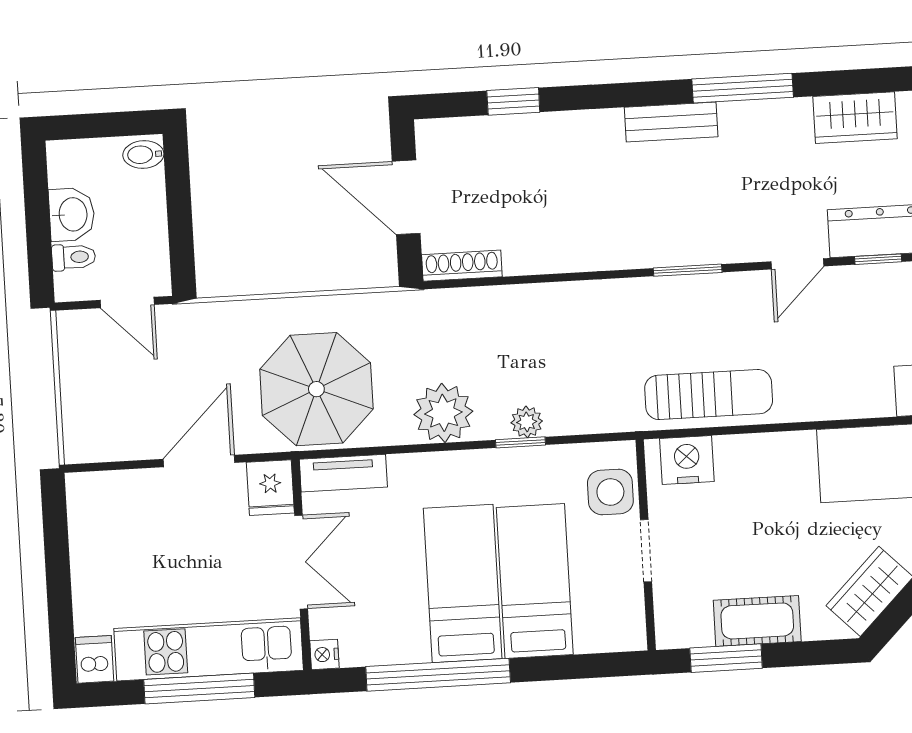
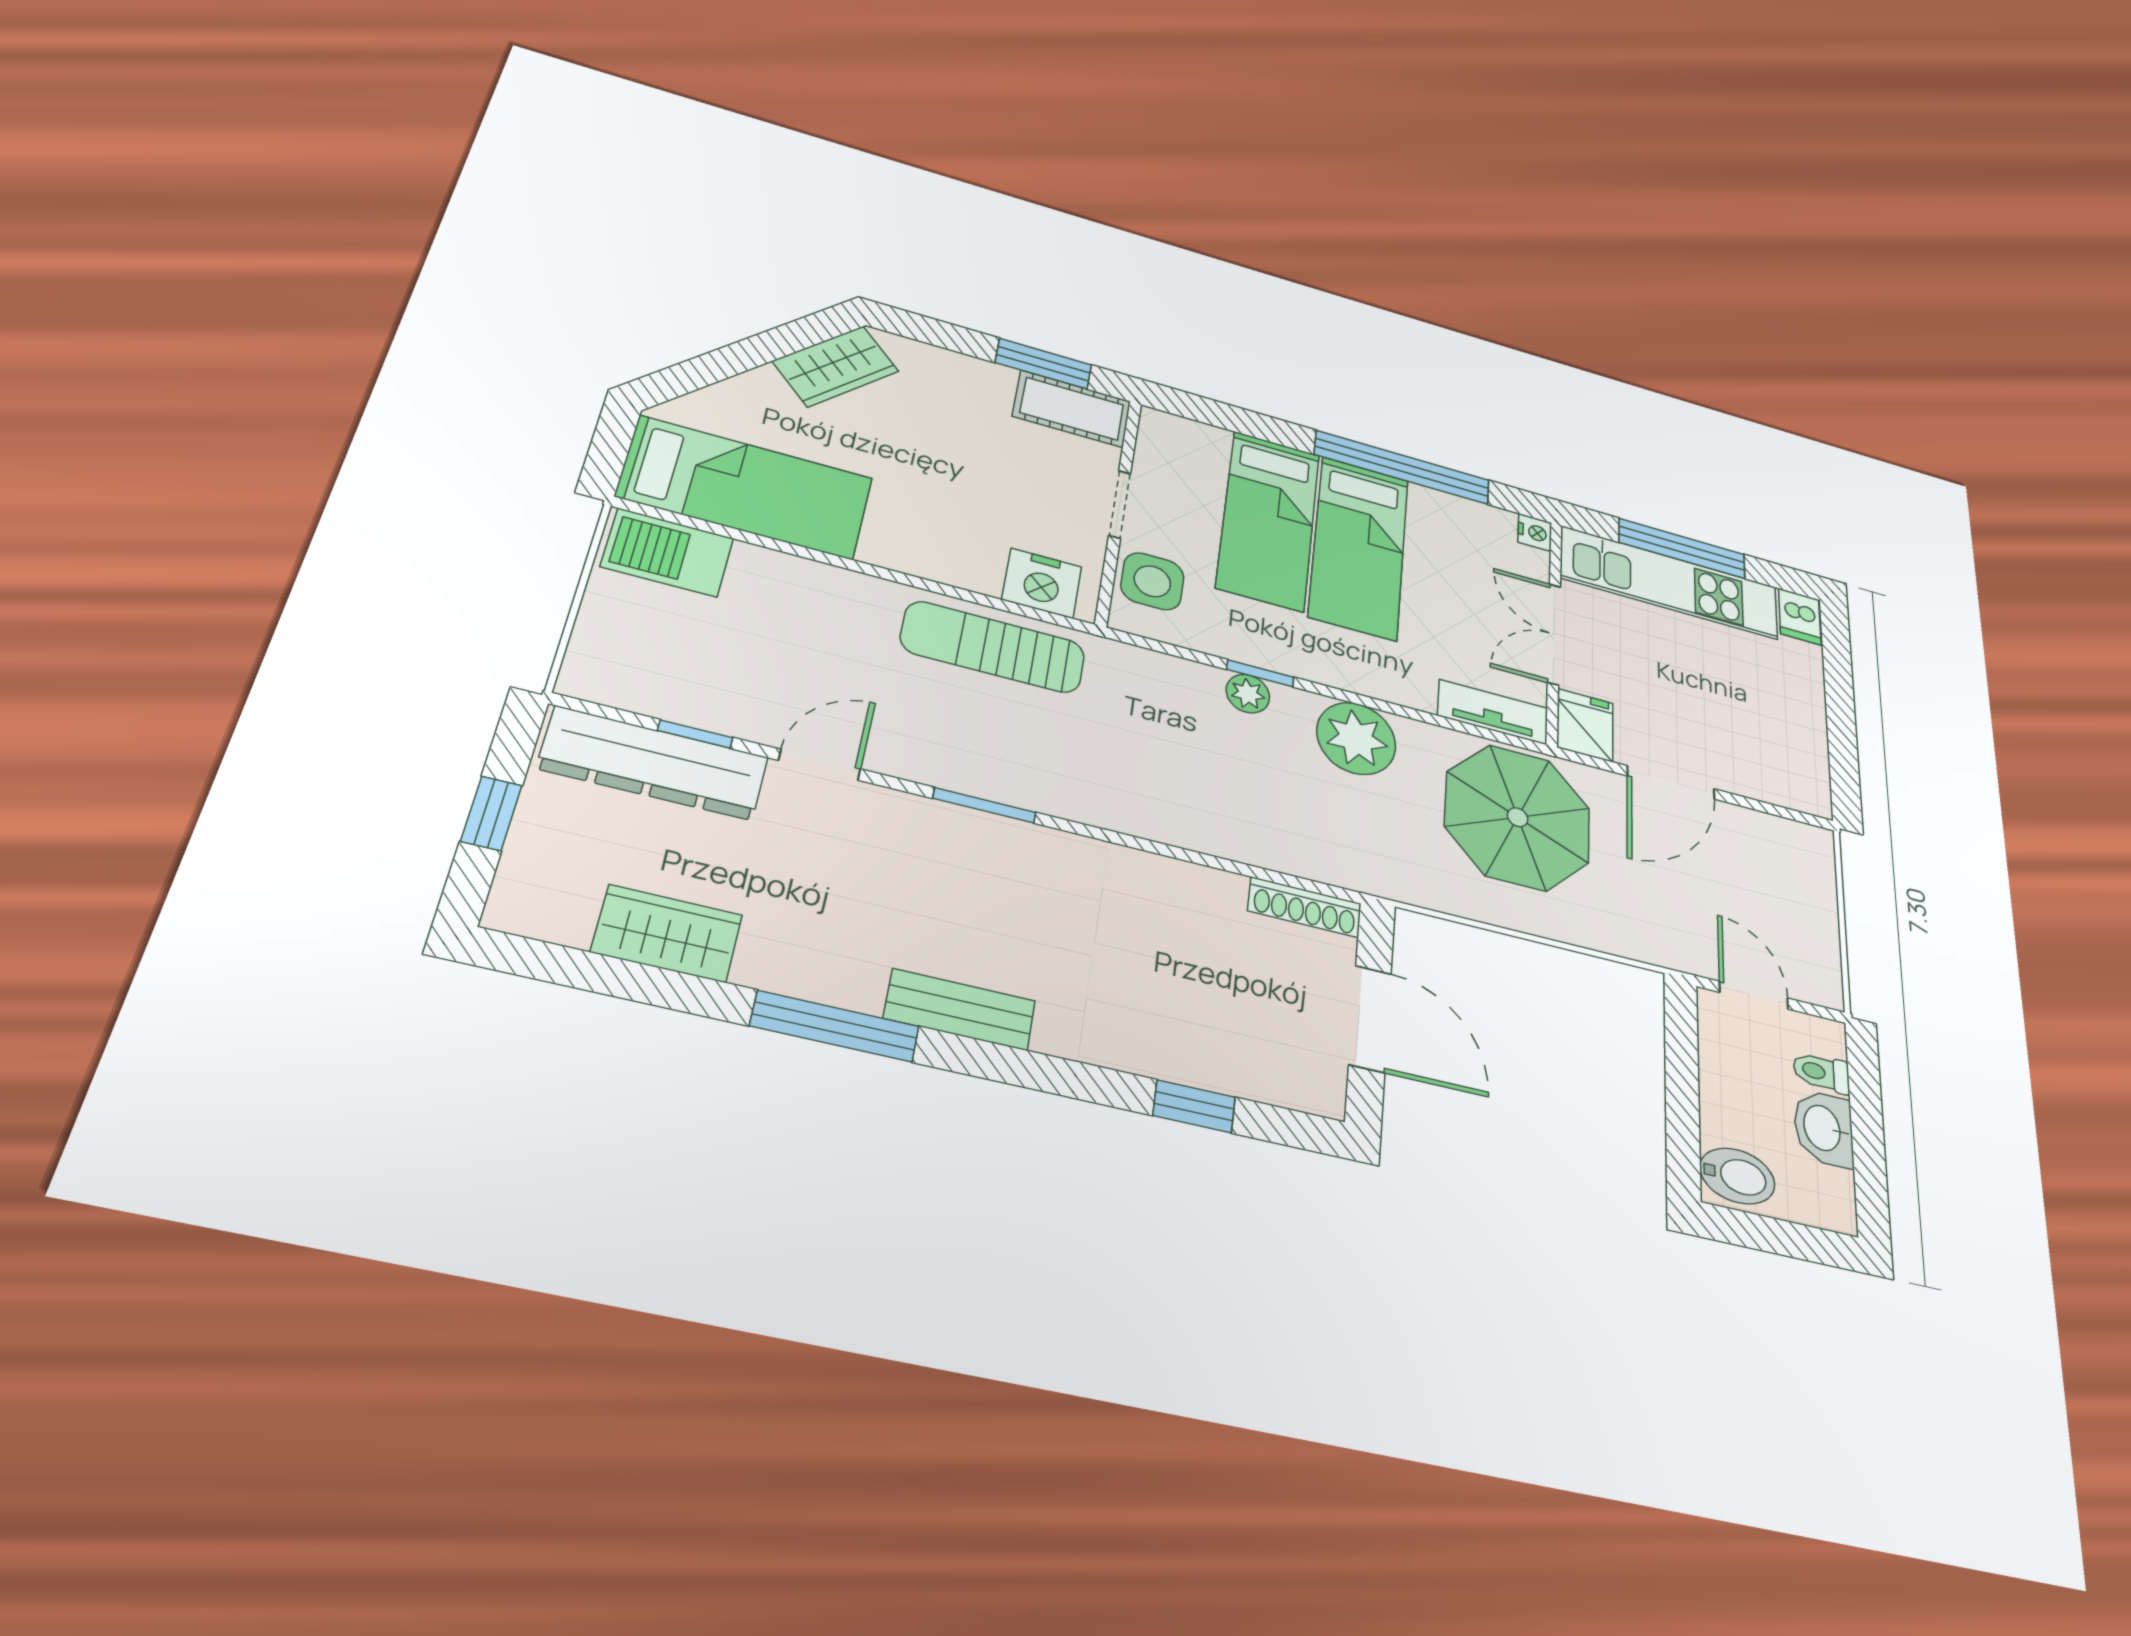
bidet: (143, 154) -> (1737, 1176), width x1.38, depth x1.36
cot: (757, 621) -> (1072, 409), moved

